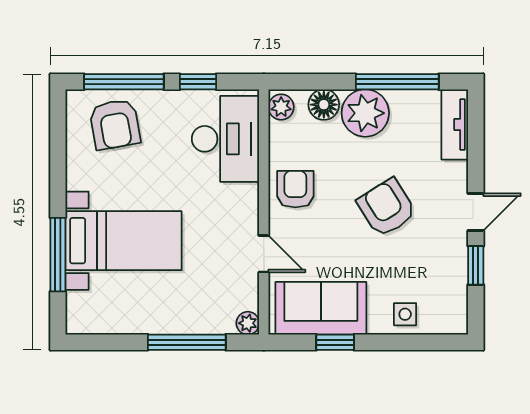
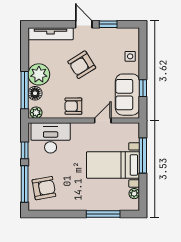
window: (397, 82) -> (25, 90), moved
tv unit: (455, 124) -> (51, 34), width x1.41
bed with nightstands: (124, 241) -> (113, 165), moved, turned -90
plant: (248, 323) -> (134, 194), moved

